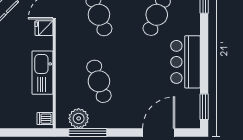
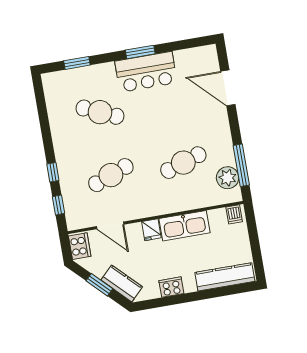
fridge: (44, 28) -> (151, 230), moved
window: (204, 107) -> (140, 52), moved

